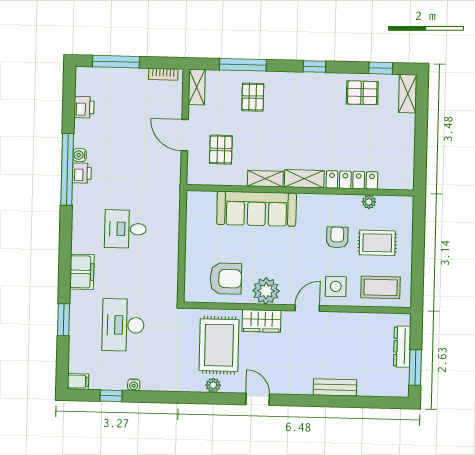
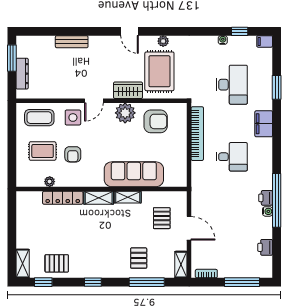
bookcase: (171, 261) -> (197, 134), added
armchair: (226, 279) -> (156, 121), turned 180

